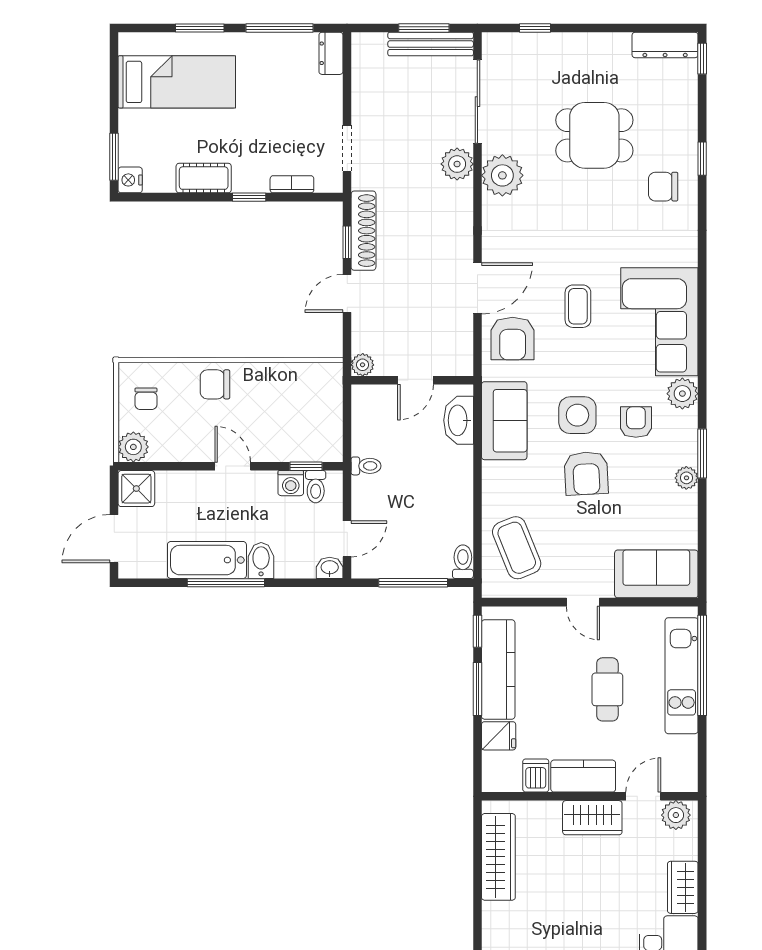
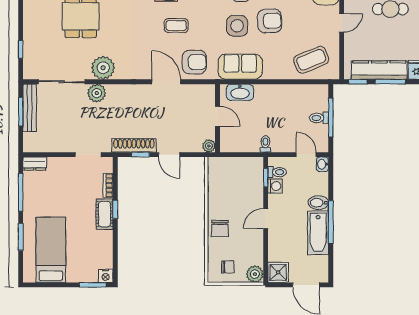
cot: (204, 178) -> (105, 214), moved
toilet: (463, 562) -> (319, 118), moved

